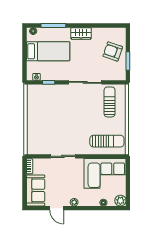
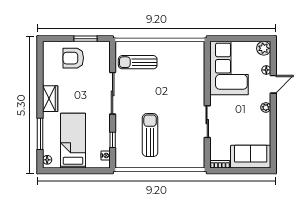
armchair: (113, 51) -> (73, 58), turned 71
sun lounger: (107, 141) -> (150, 135), moved
door: (57, 208) -> (273, 84), moved

